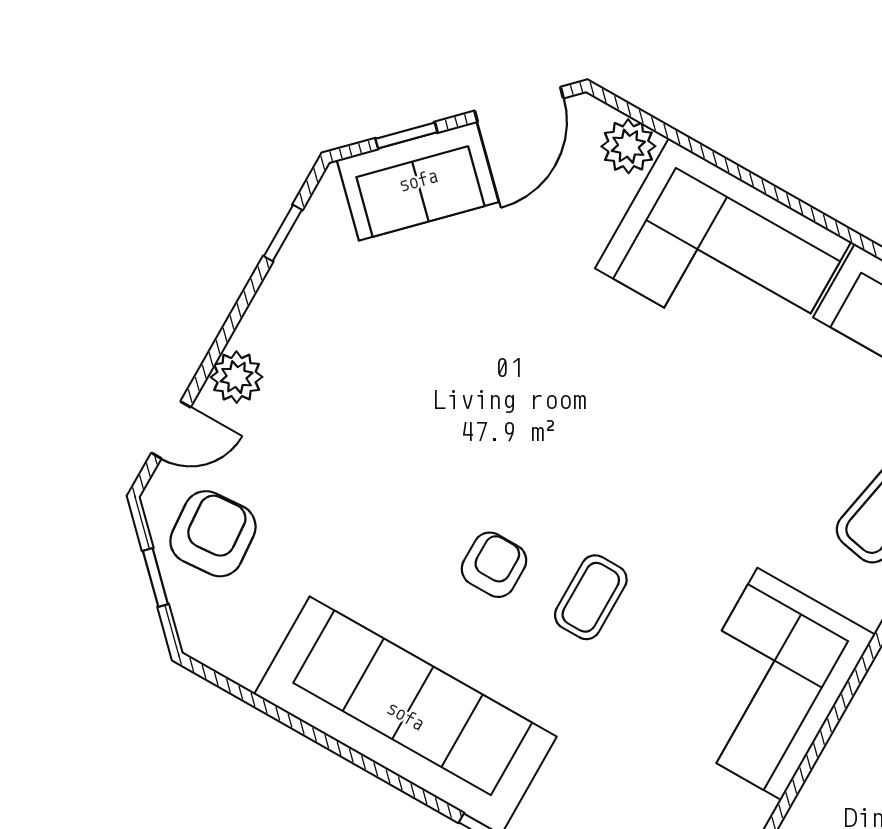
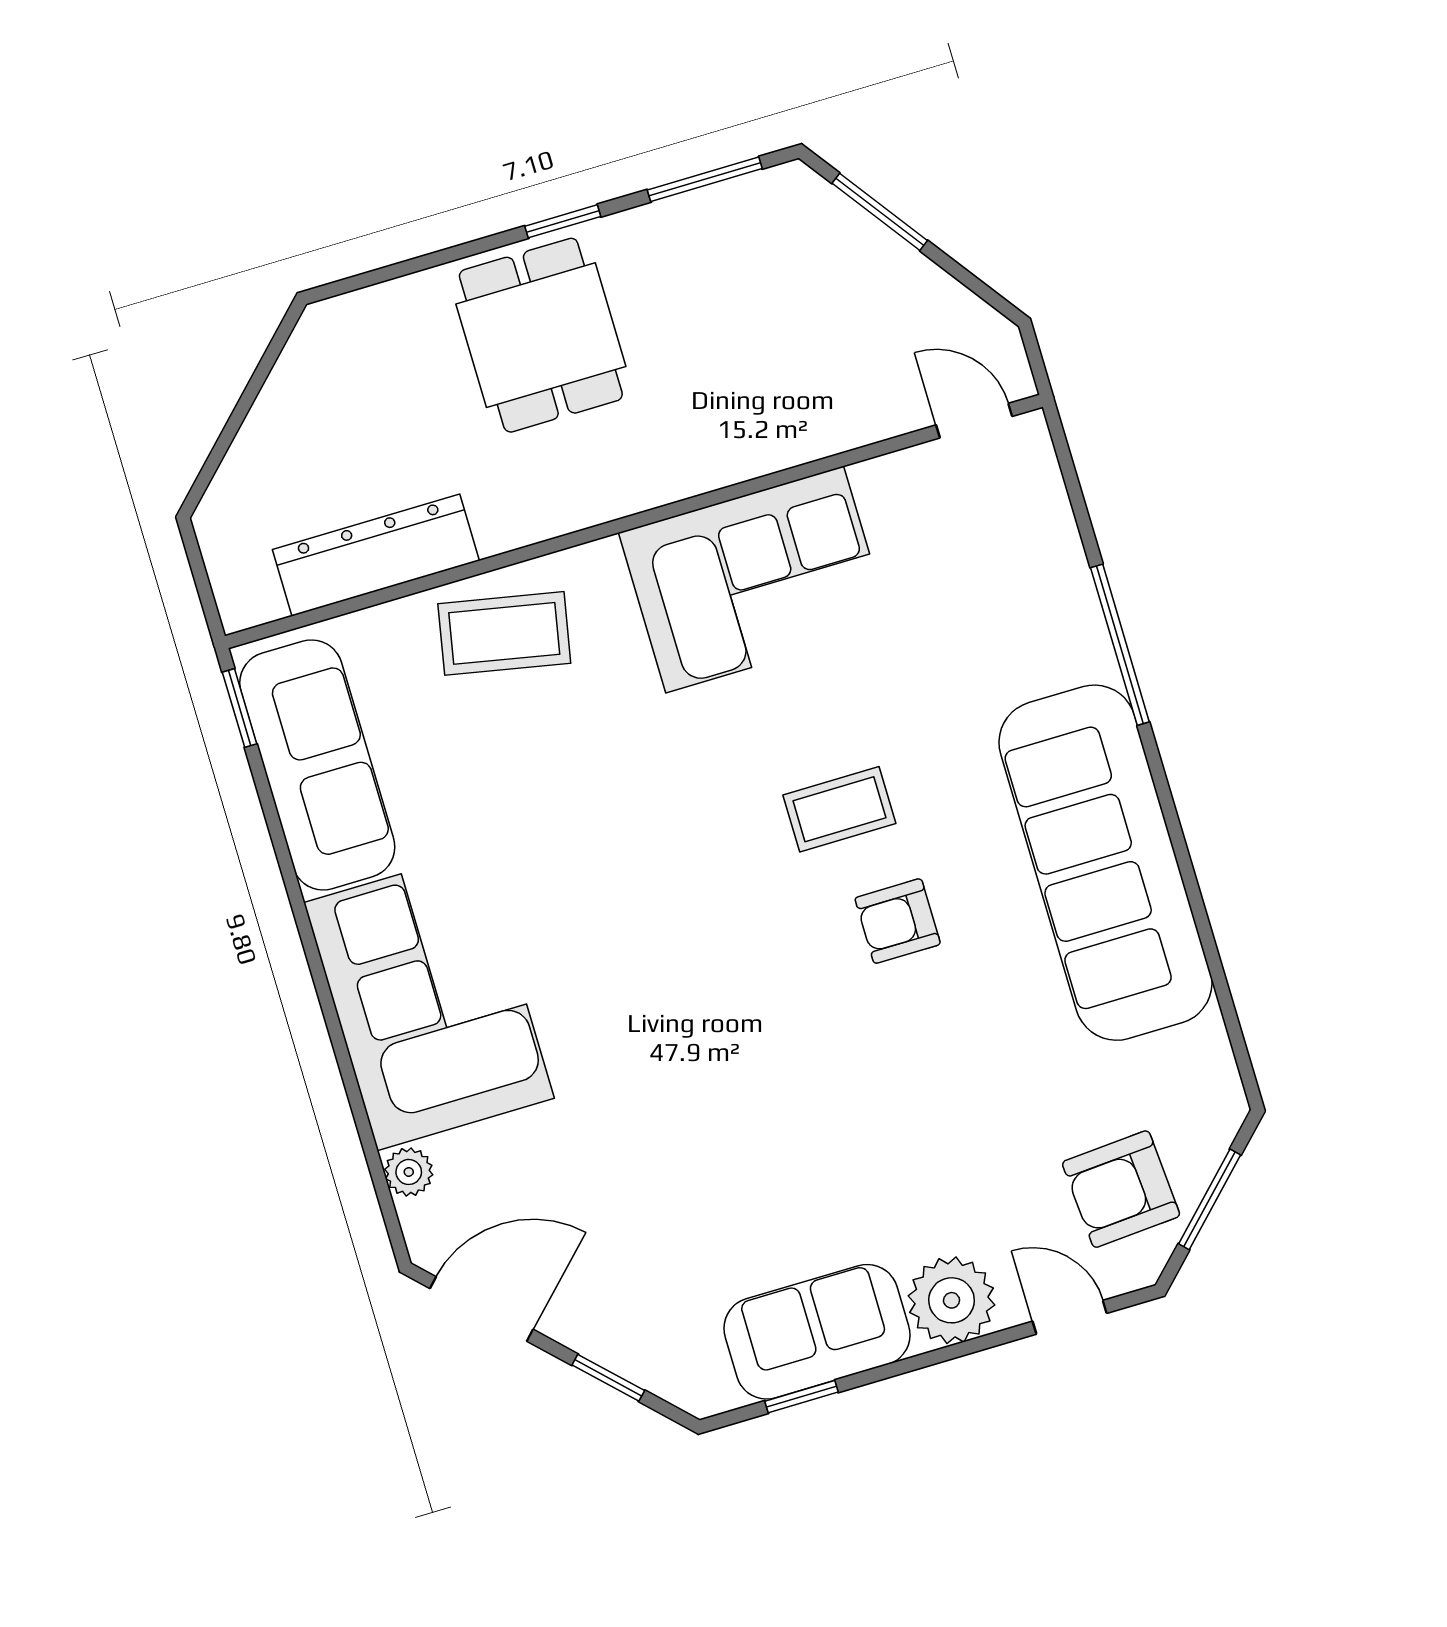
plant: (628, 146) -> (409, 1172), width x0.73, depth x0.73
sofa: (418, 181) -> (817, 1332), moved, turned -45
plant: (237, 377) -> (952, 1300), width x1.36, depth x1.36
window: (155, 577) -> (1210, 1199), width x1.50

